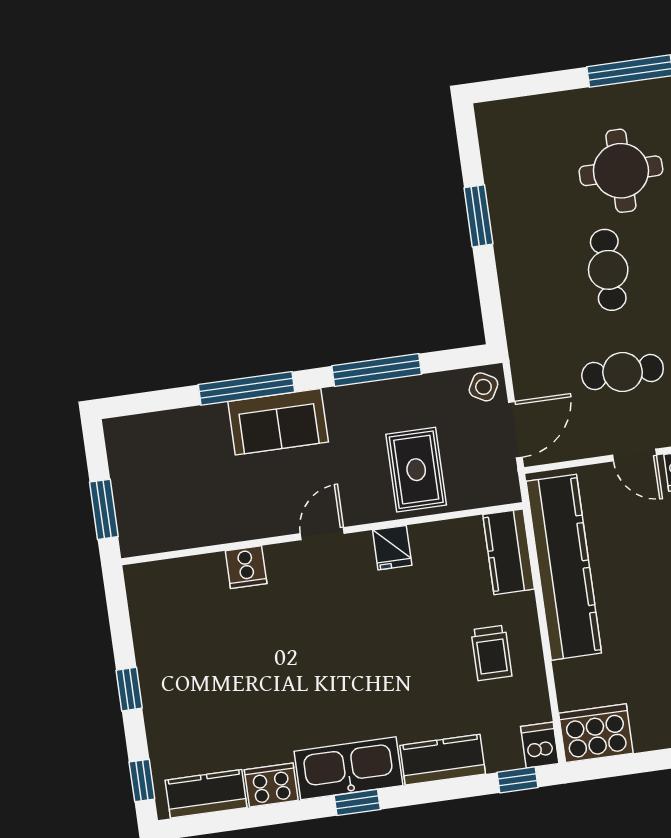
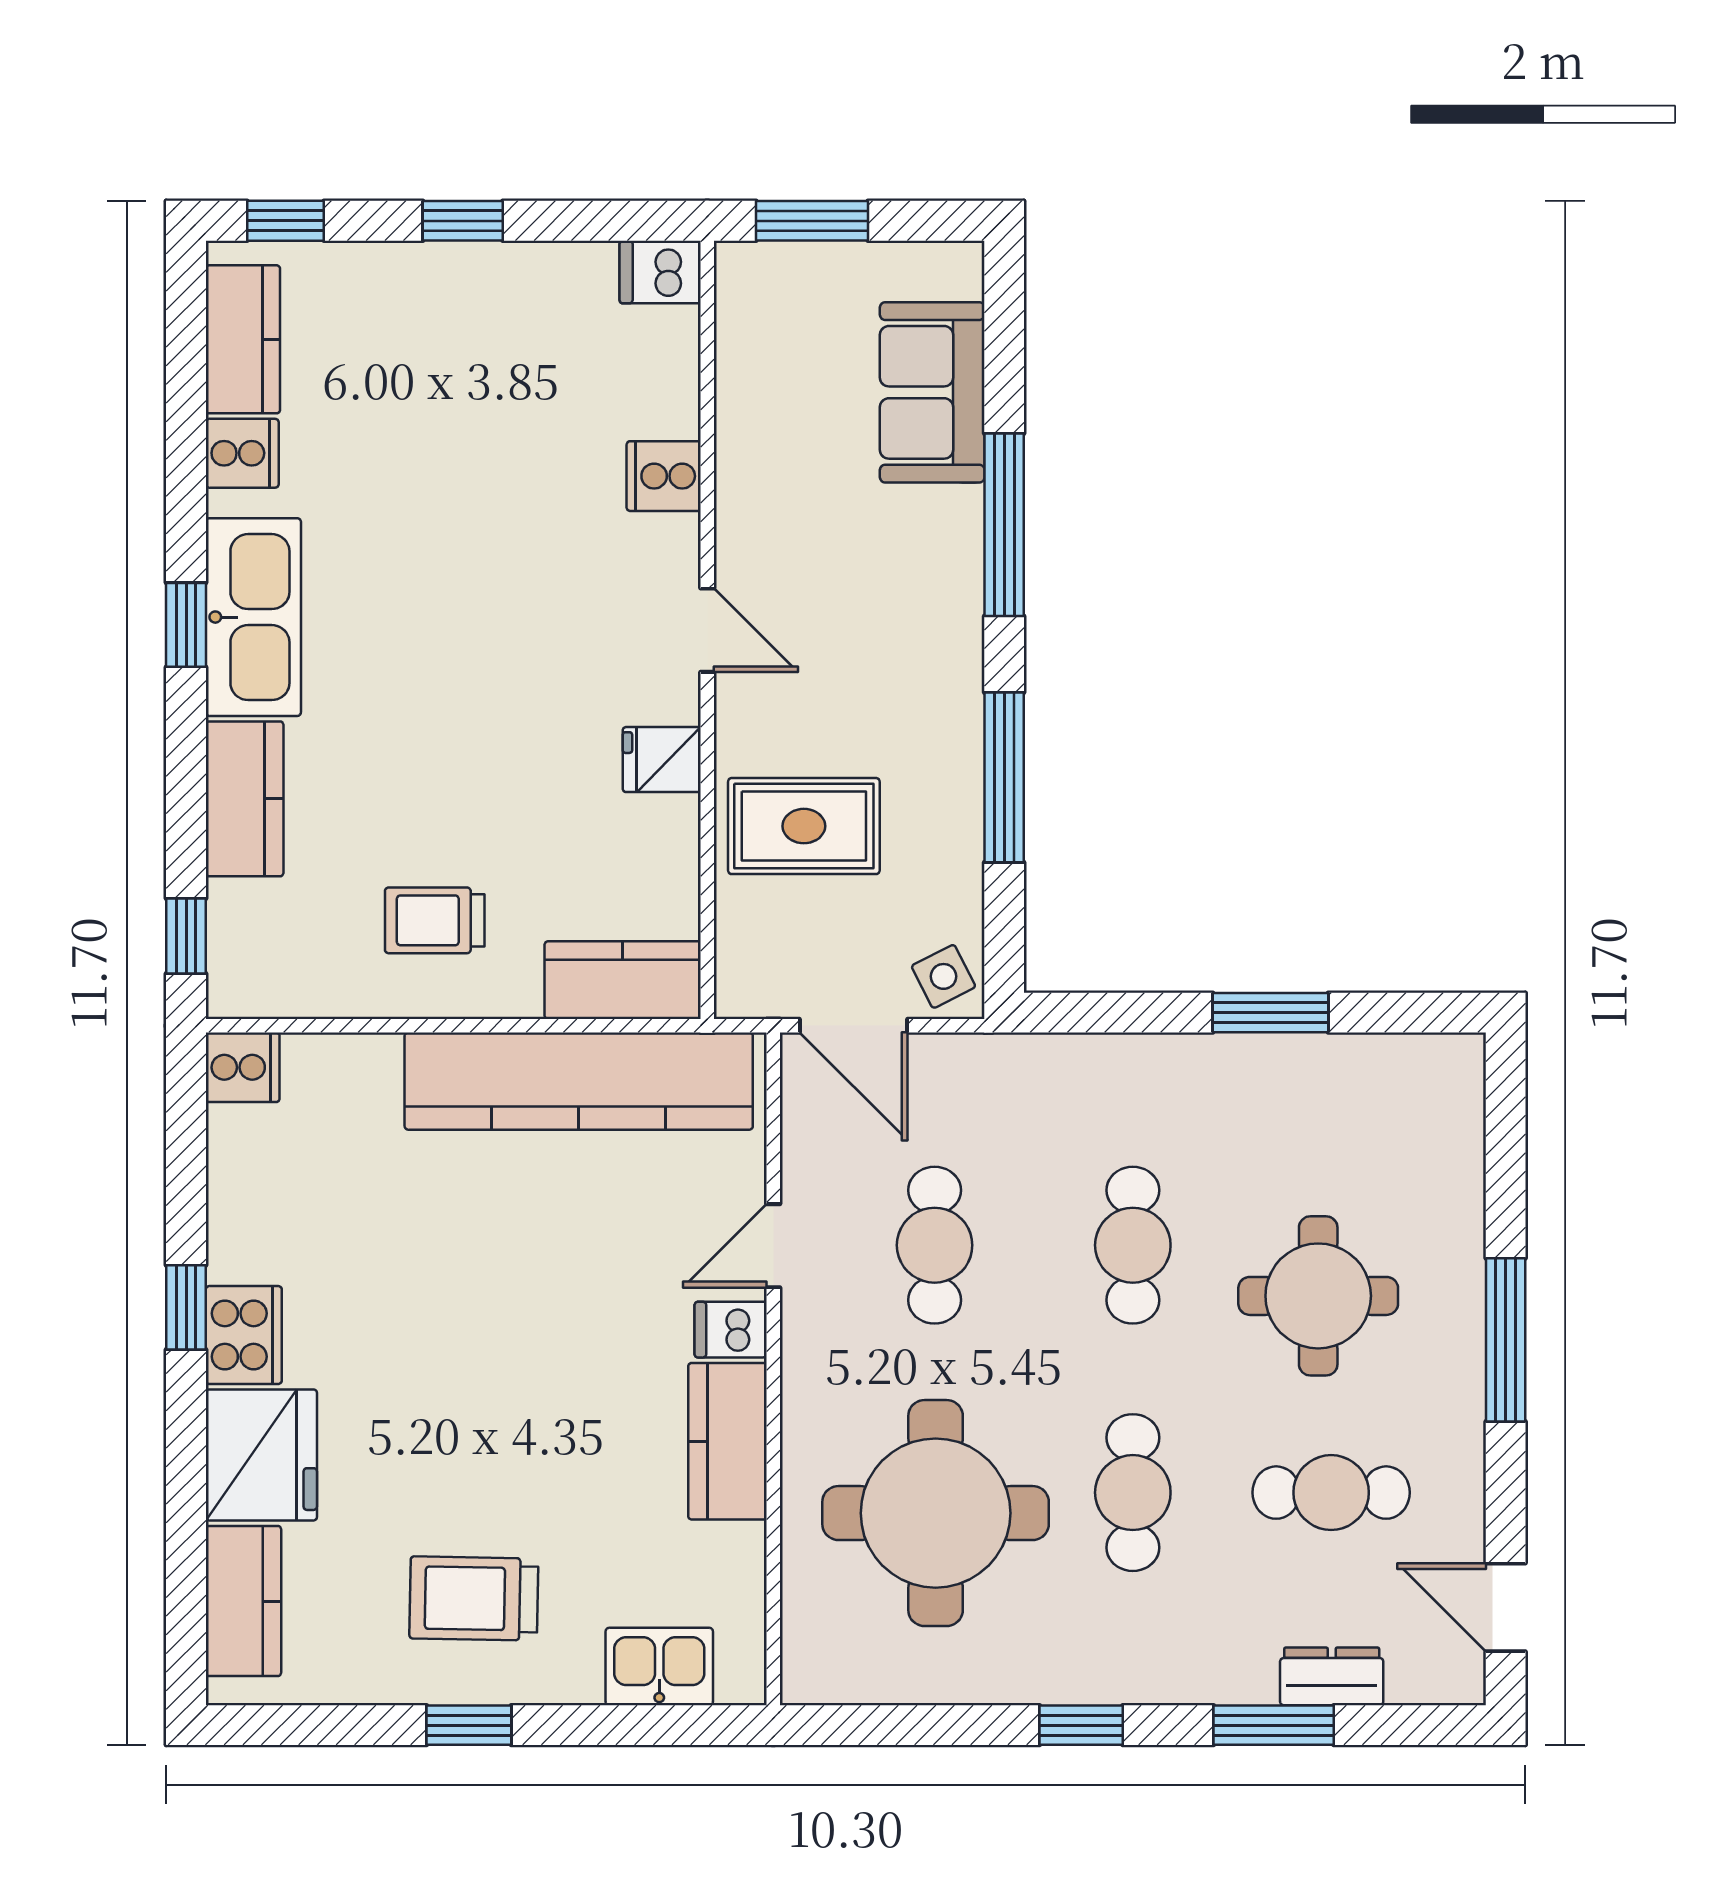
cafe table: (608, 270) -> (1133, 1245), turned 90
side table: (483, 387) -> (943, 976), turned 34
sofa: (278, 422) -> (932, 392), moved
cooker: (596, 733) -> (243, 1067), width x0.53, depth x0.76
dishwasher: (540, 745) -> (660, 272), moved, turned 180
cooker: (271, 785) -> (242, 453), width x0.73

